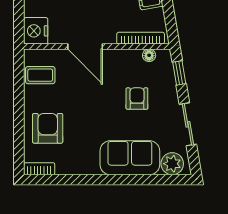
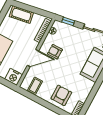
armchair: (137, 99) -> (55, 52), moved
armchair: (48, 128) -> (61, 95), turned 90

